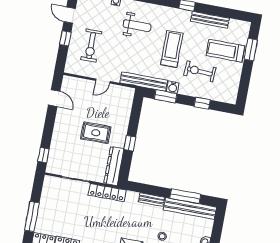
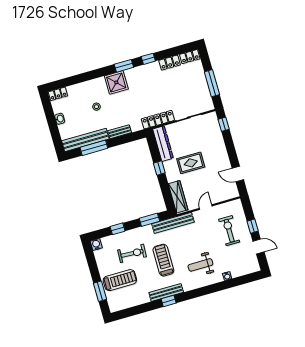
bench: (210, 20) -> (166, 292), moved
treadmill: (172, 49) -> (163, 260), turned 180
water cooler: (173, 87) -> (96, 244), moved
wardrobe: (125, 105) -> (178, 197), added
window: (32, 217) -> (212, 83), moved

